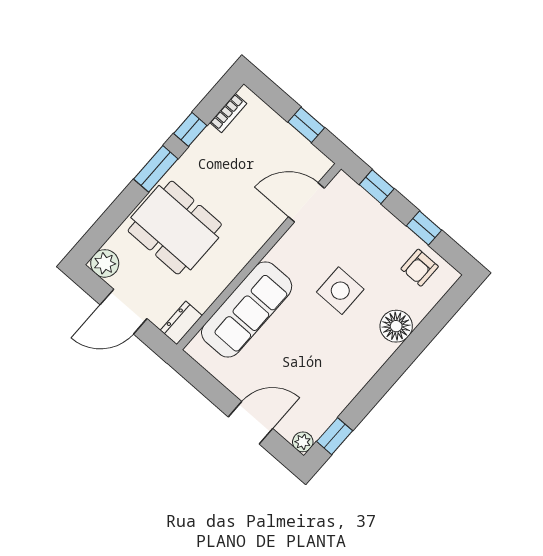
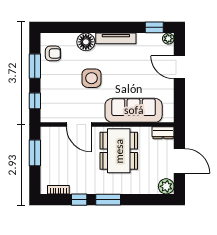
window: (306, 125) -> (35, 153), width x1.50
door: (306, 202) -> (79, 125), moved
dining table: (175, 228) -> (119, 151), moved
window: (424, 228) -> (35, 66), width x1.50
tv unit: (365, 371) -> (116, 38), added

